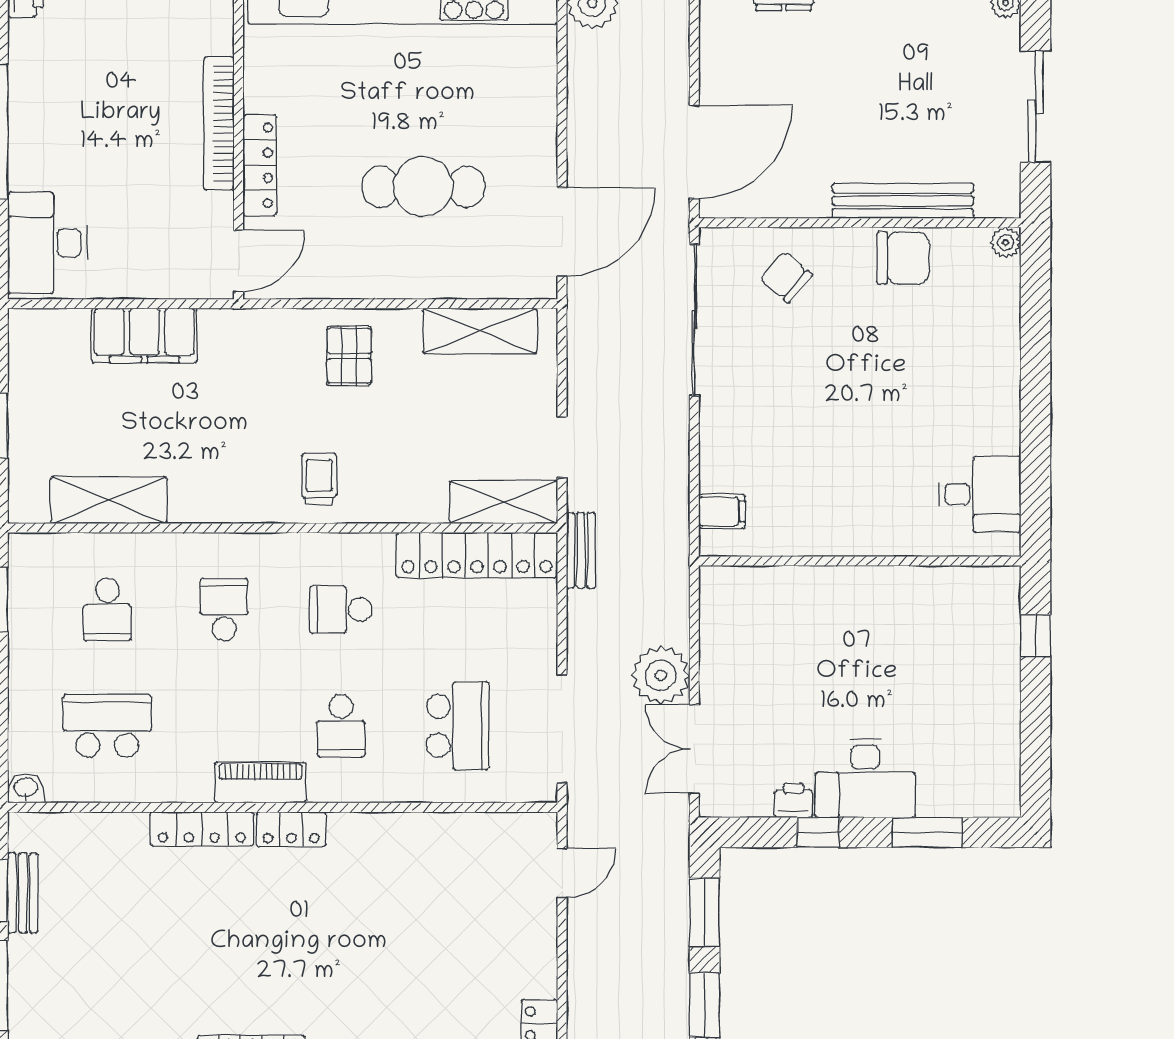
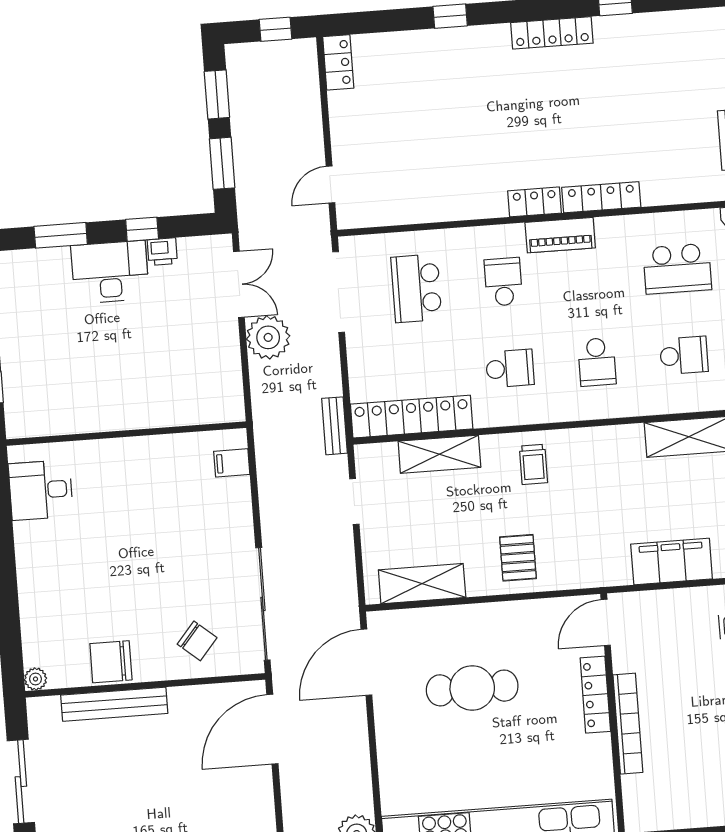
shelving: (504, 502) -> (439, 454), moved
school desk: (107, 609) -> (684, 355), turned 90

